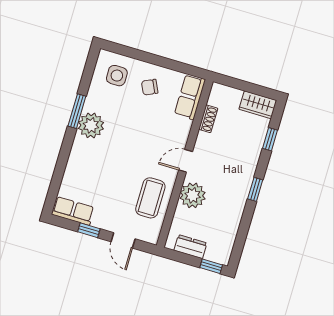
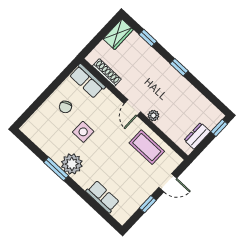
side table: (117, 76) -> (83, 132), moved
shoe rack: (208, 119) -> (107, 73), width x1.43
plant: (193, 195) -> (153, 116), width x0.53, depth x0.53
row of seats: (73, 211) -> (103, 197), moved, turned 90

